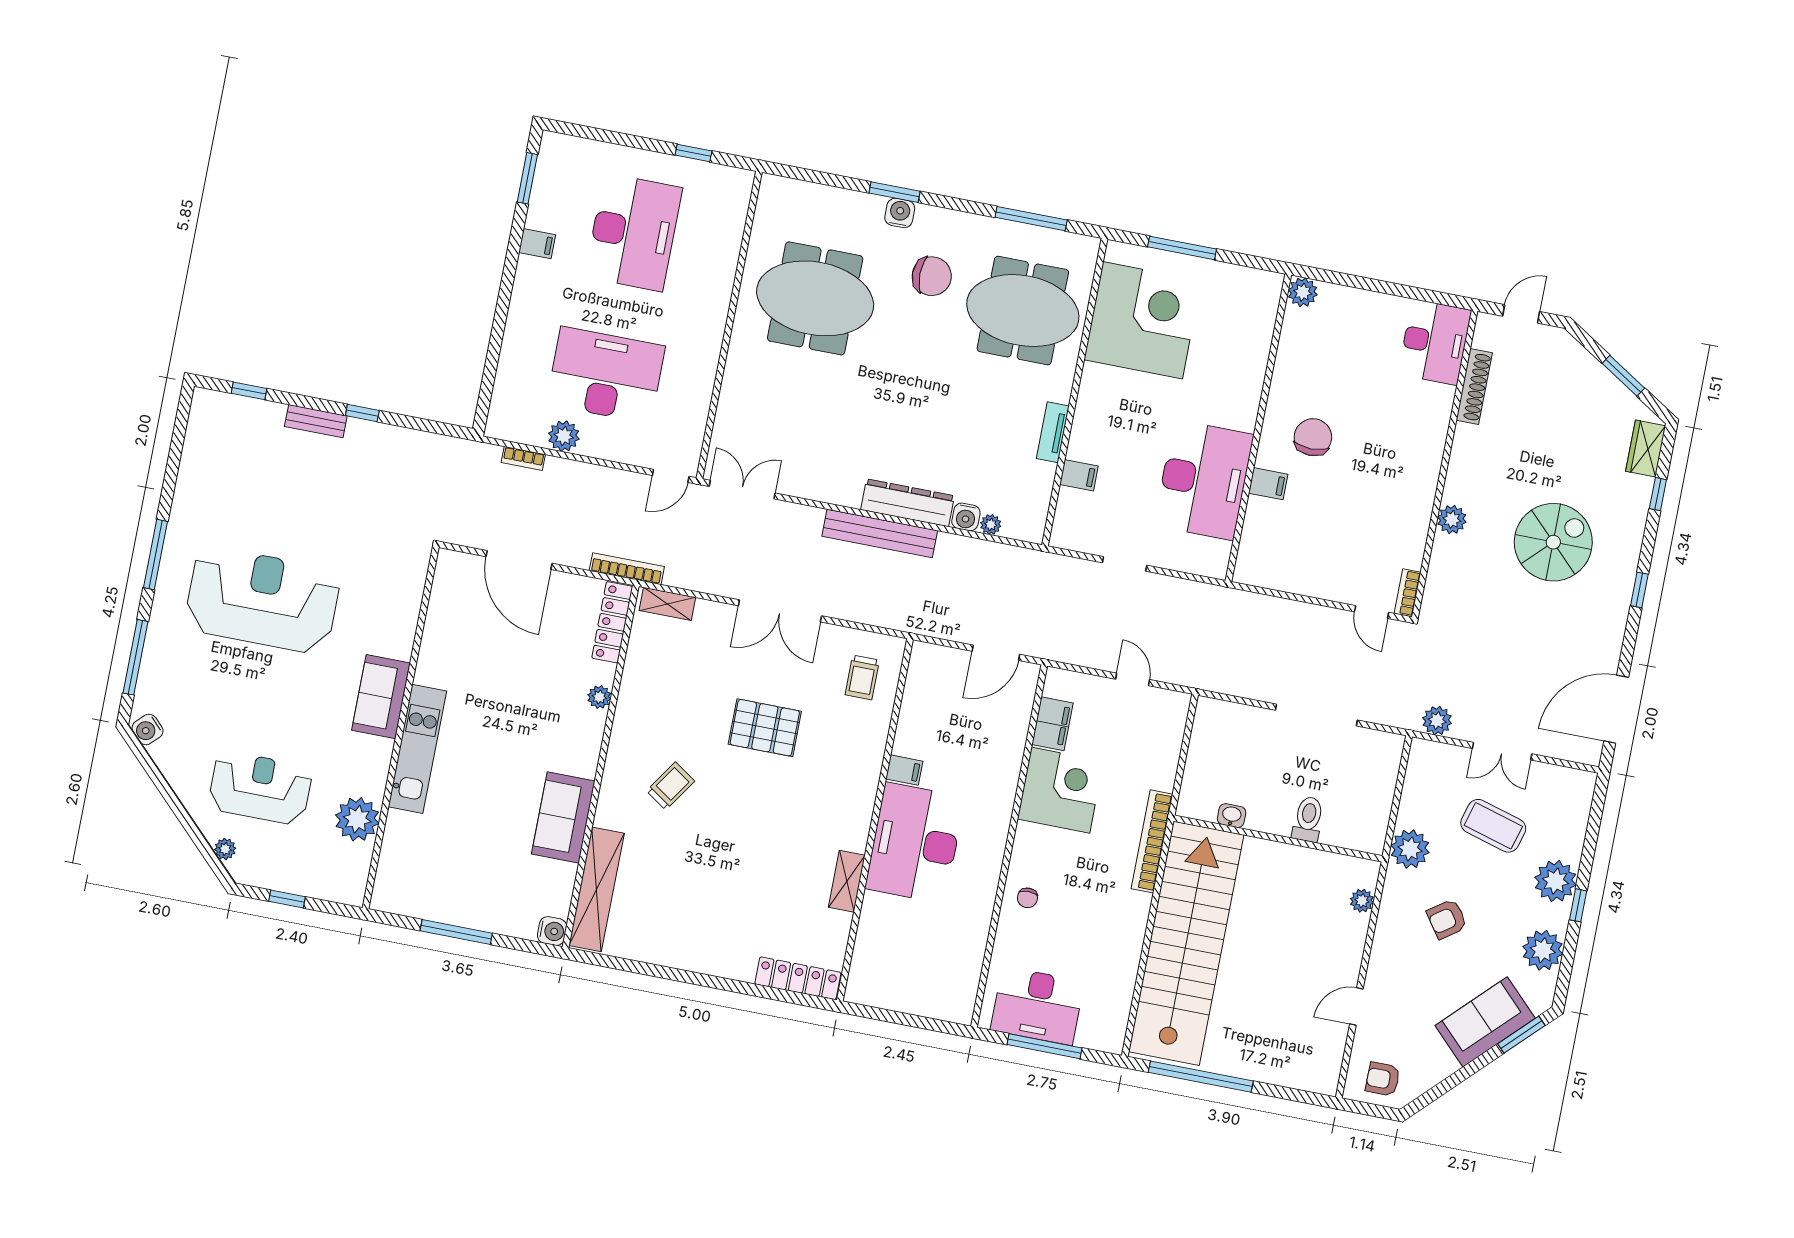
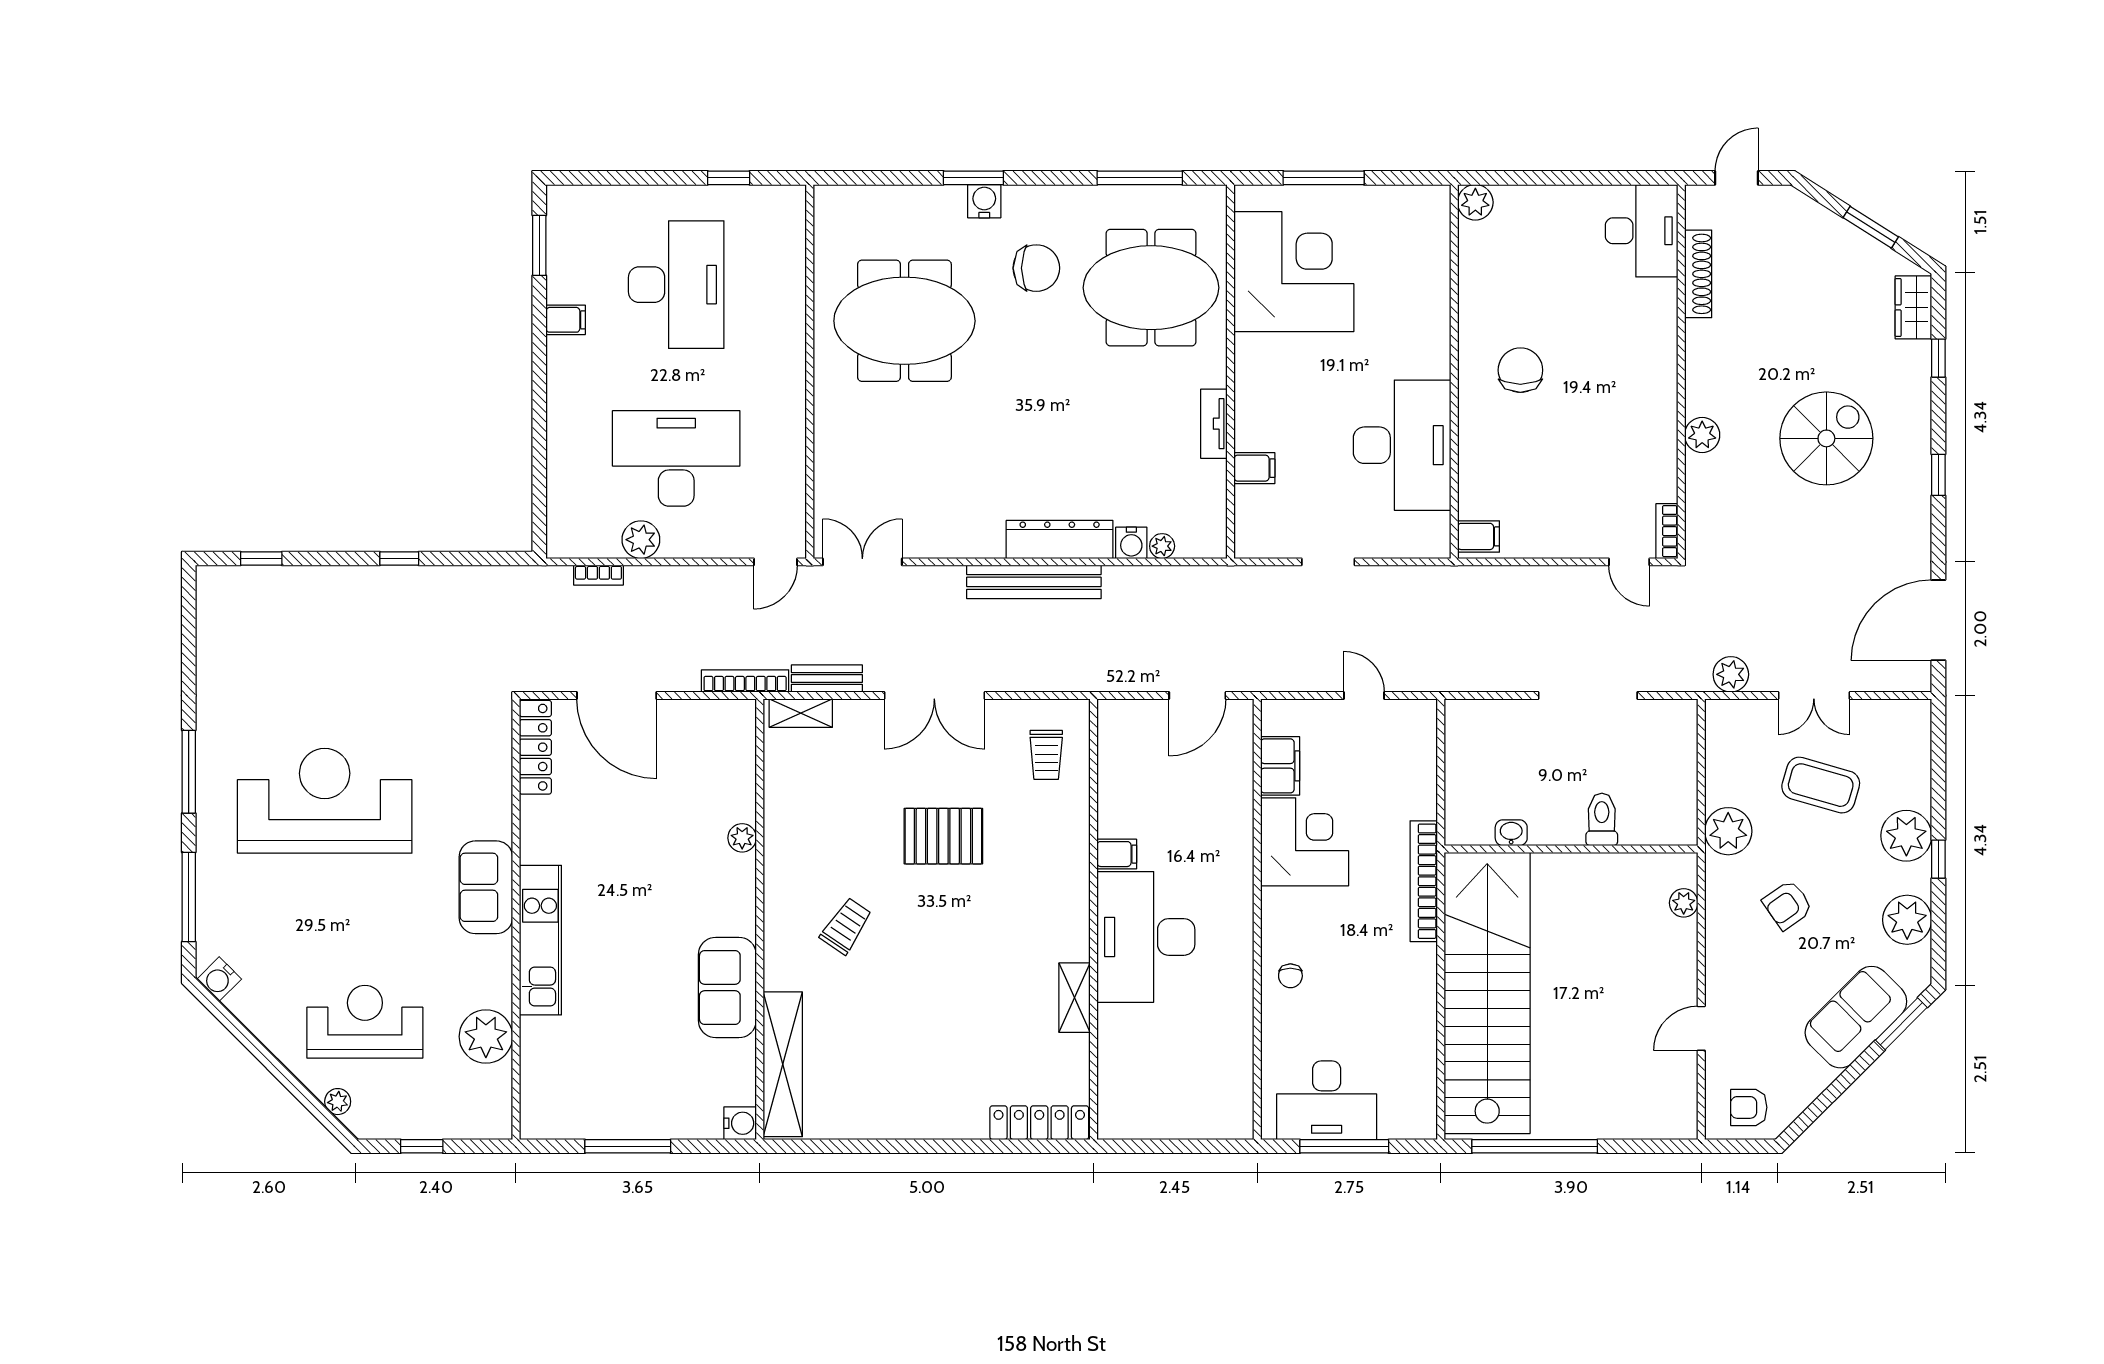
bench: (316, 421) -> (827, 679), moved
filing cabinet: (1268, 484) -> (1478, 536), moved
locker: (612, 622) -> (535, 747), moved, turned 180

